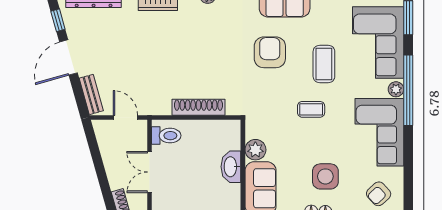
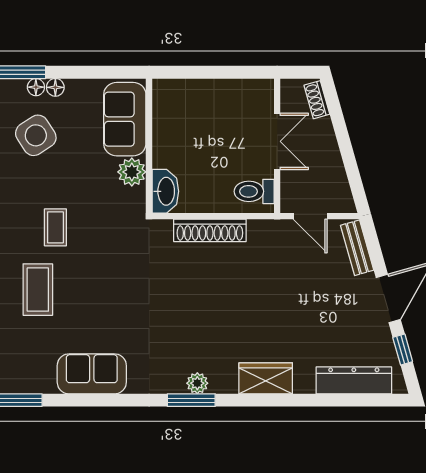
armchair: (270, 52) -> (112, 306), removed
coffee table: (311, 109) -> (55, 227), turned 90
washbasin: (231, 167) -> (165, 191), moved
side table: (325, 176) -> (36, 135), turned -33

